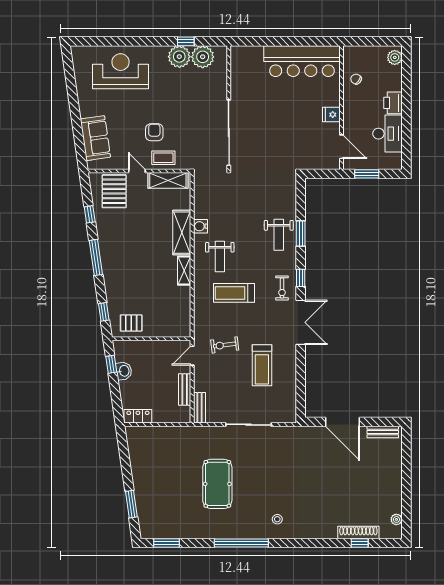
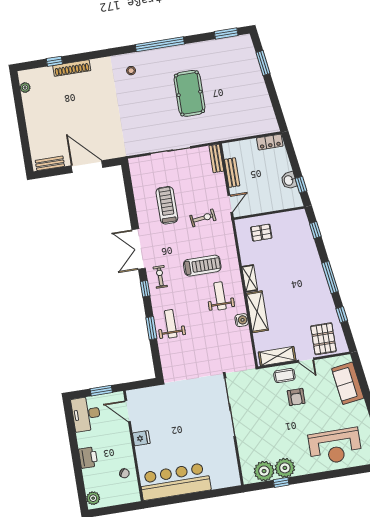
desk: (388, 134) -> (86, 414), moved
pallet: (131, 323) -> (261, 233), moved
shoe rack: (358, 532) -> (72, 68), moved

